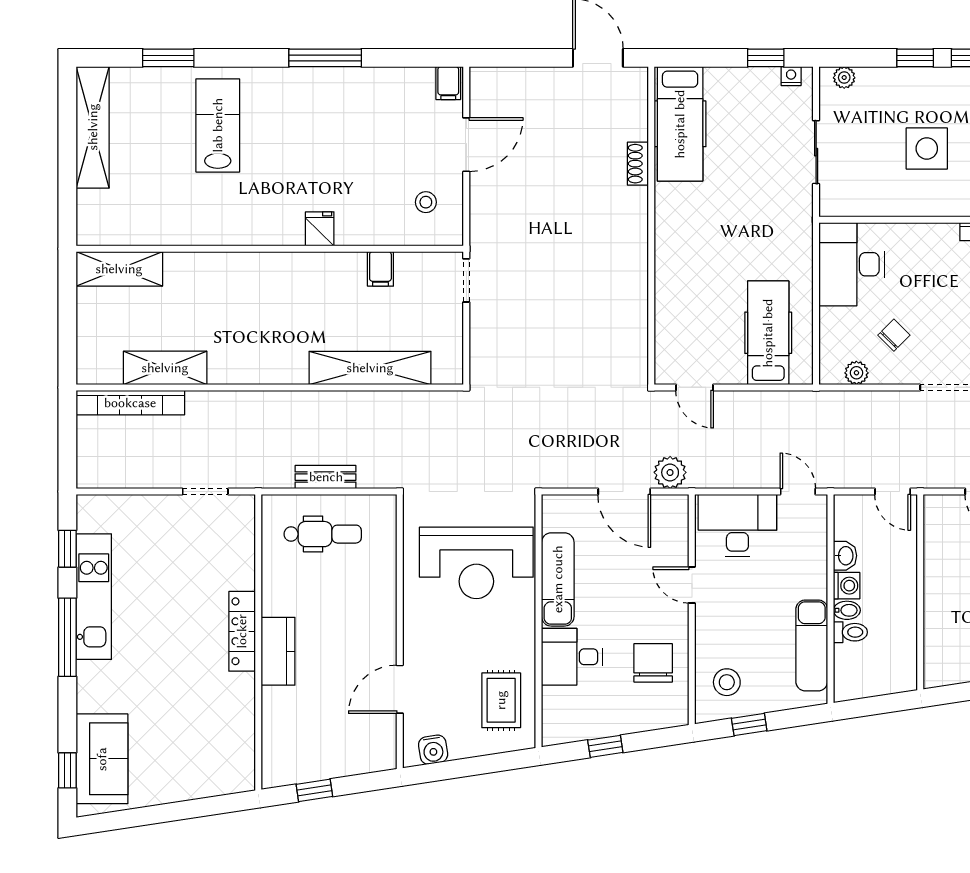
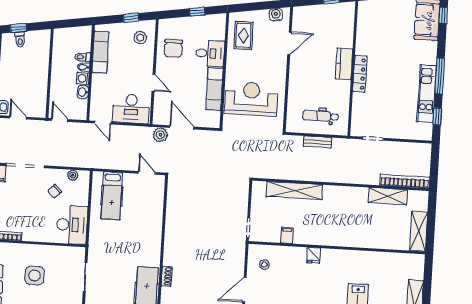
shelving: (119, 269) -> (419, 231), moved, turned 90

